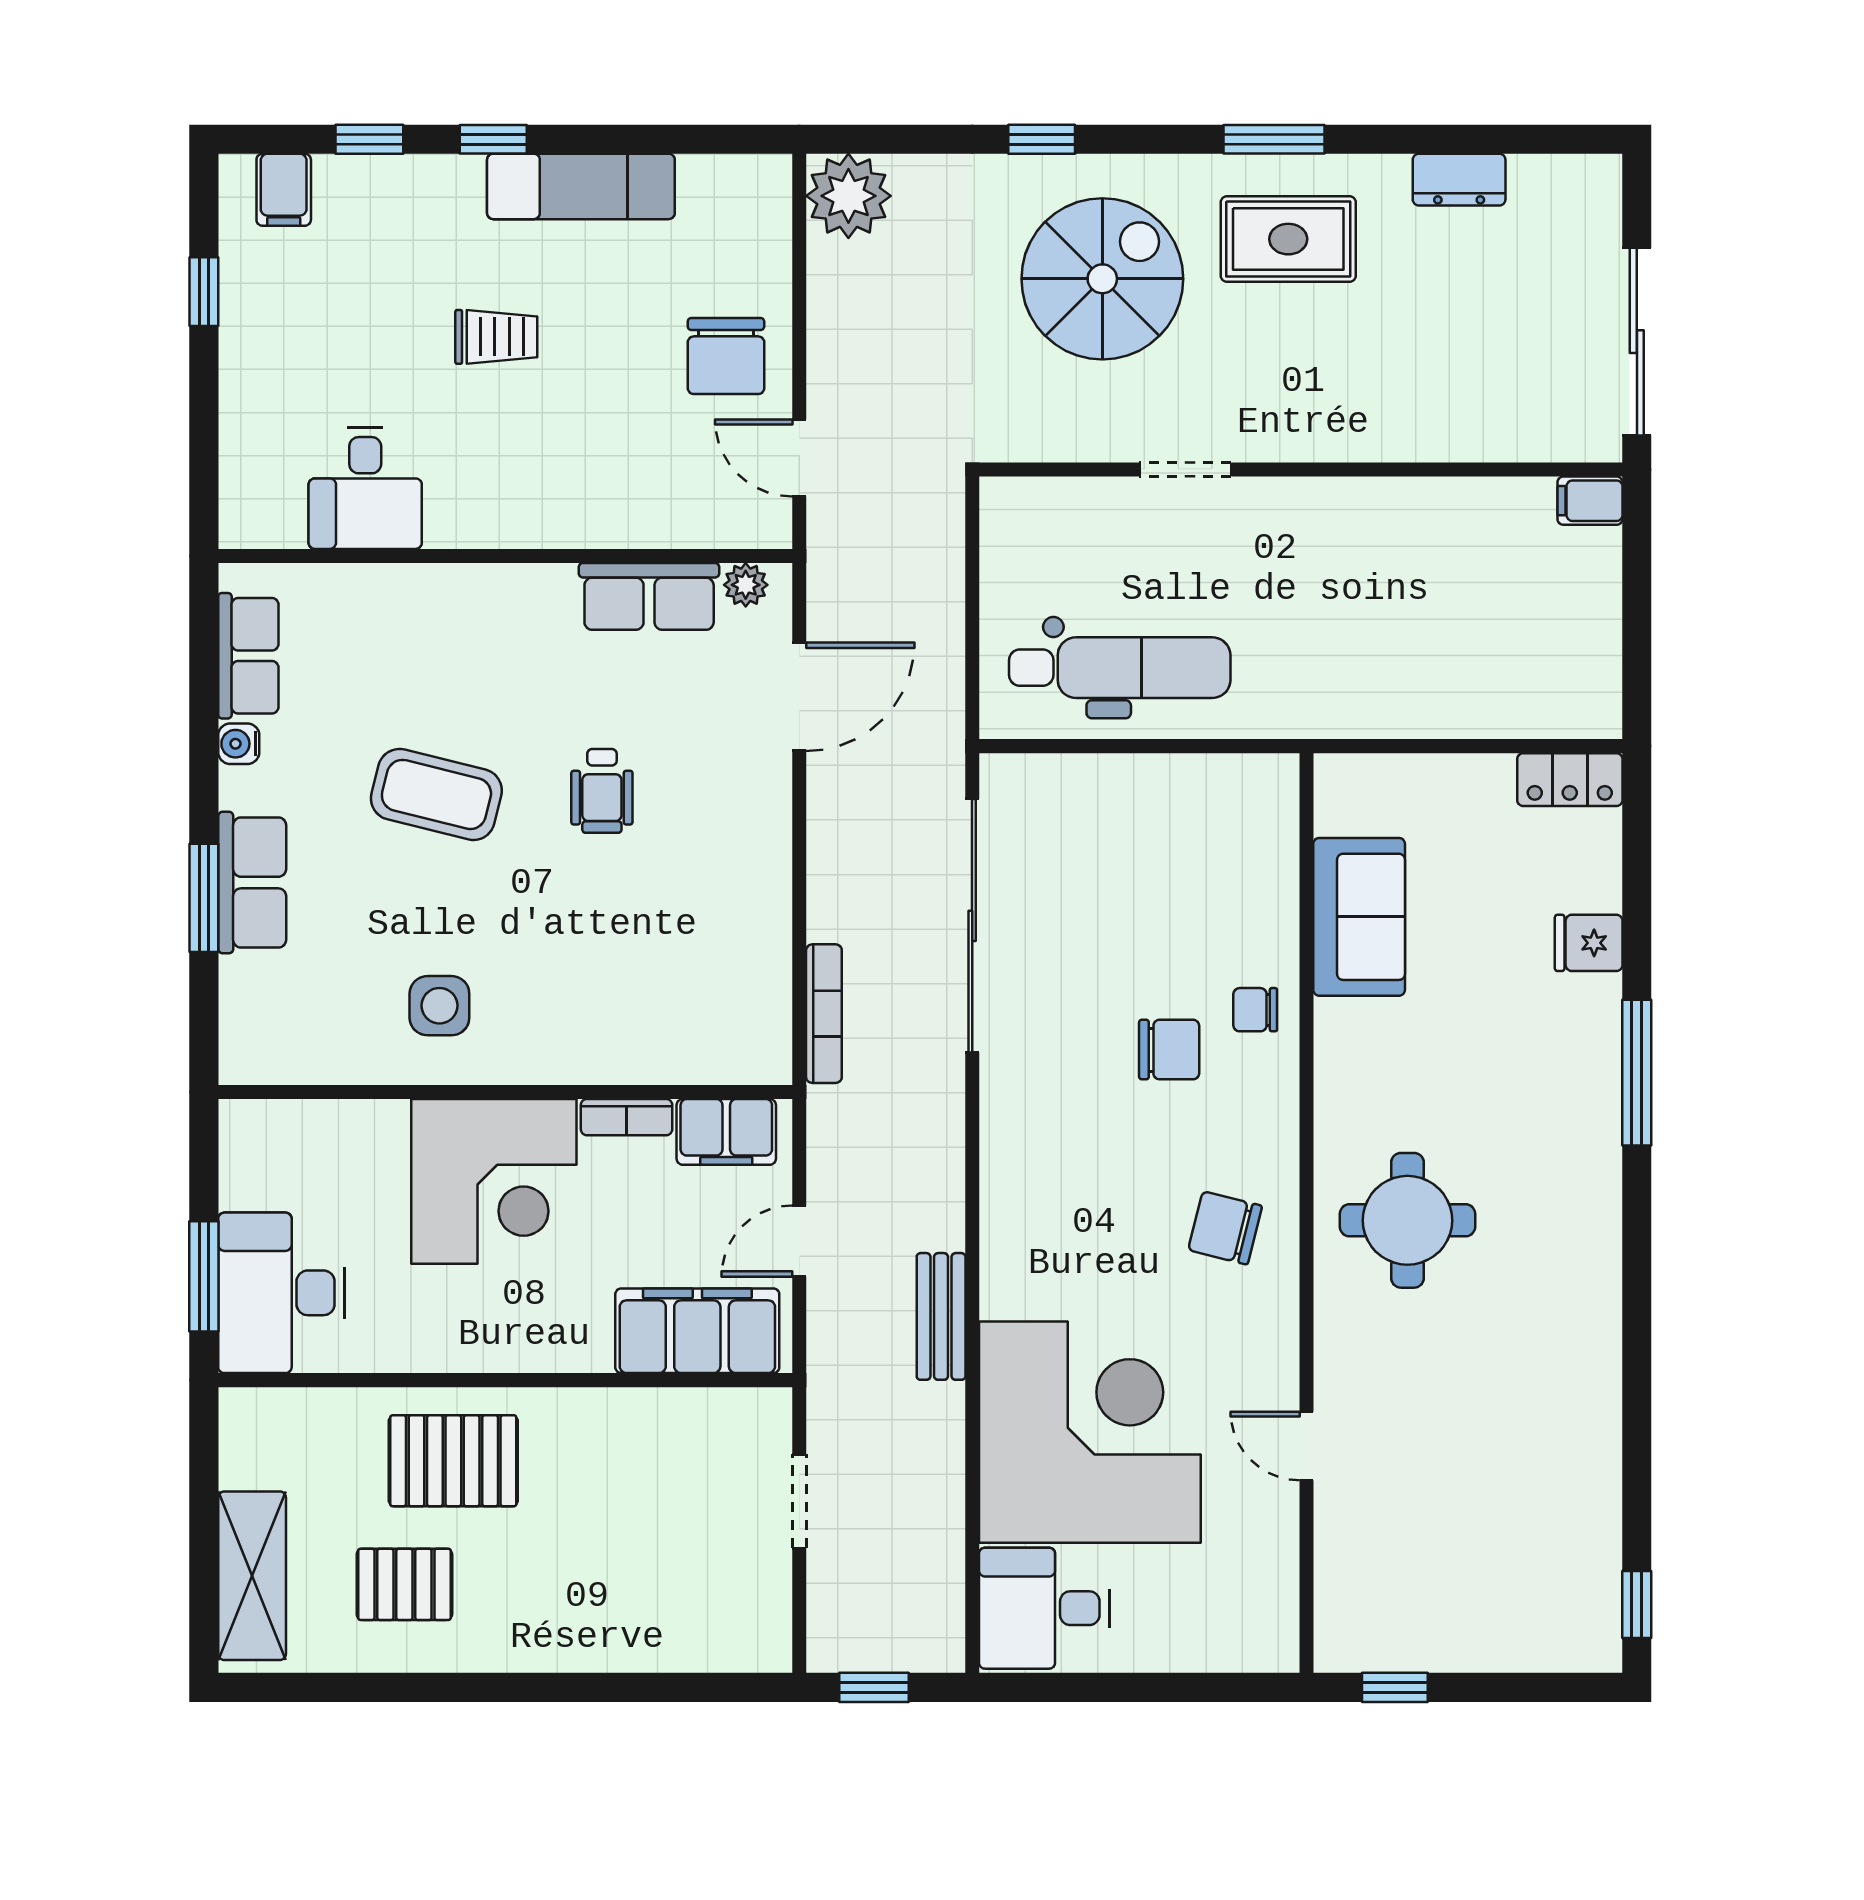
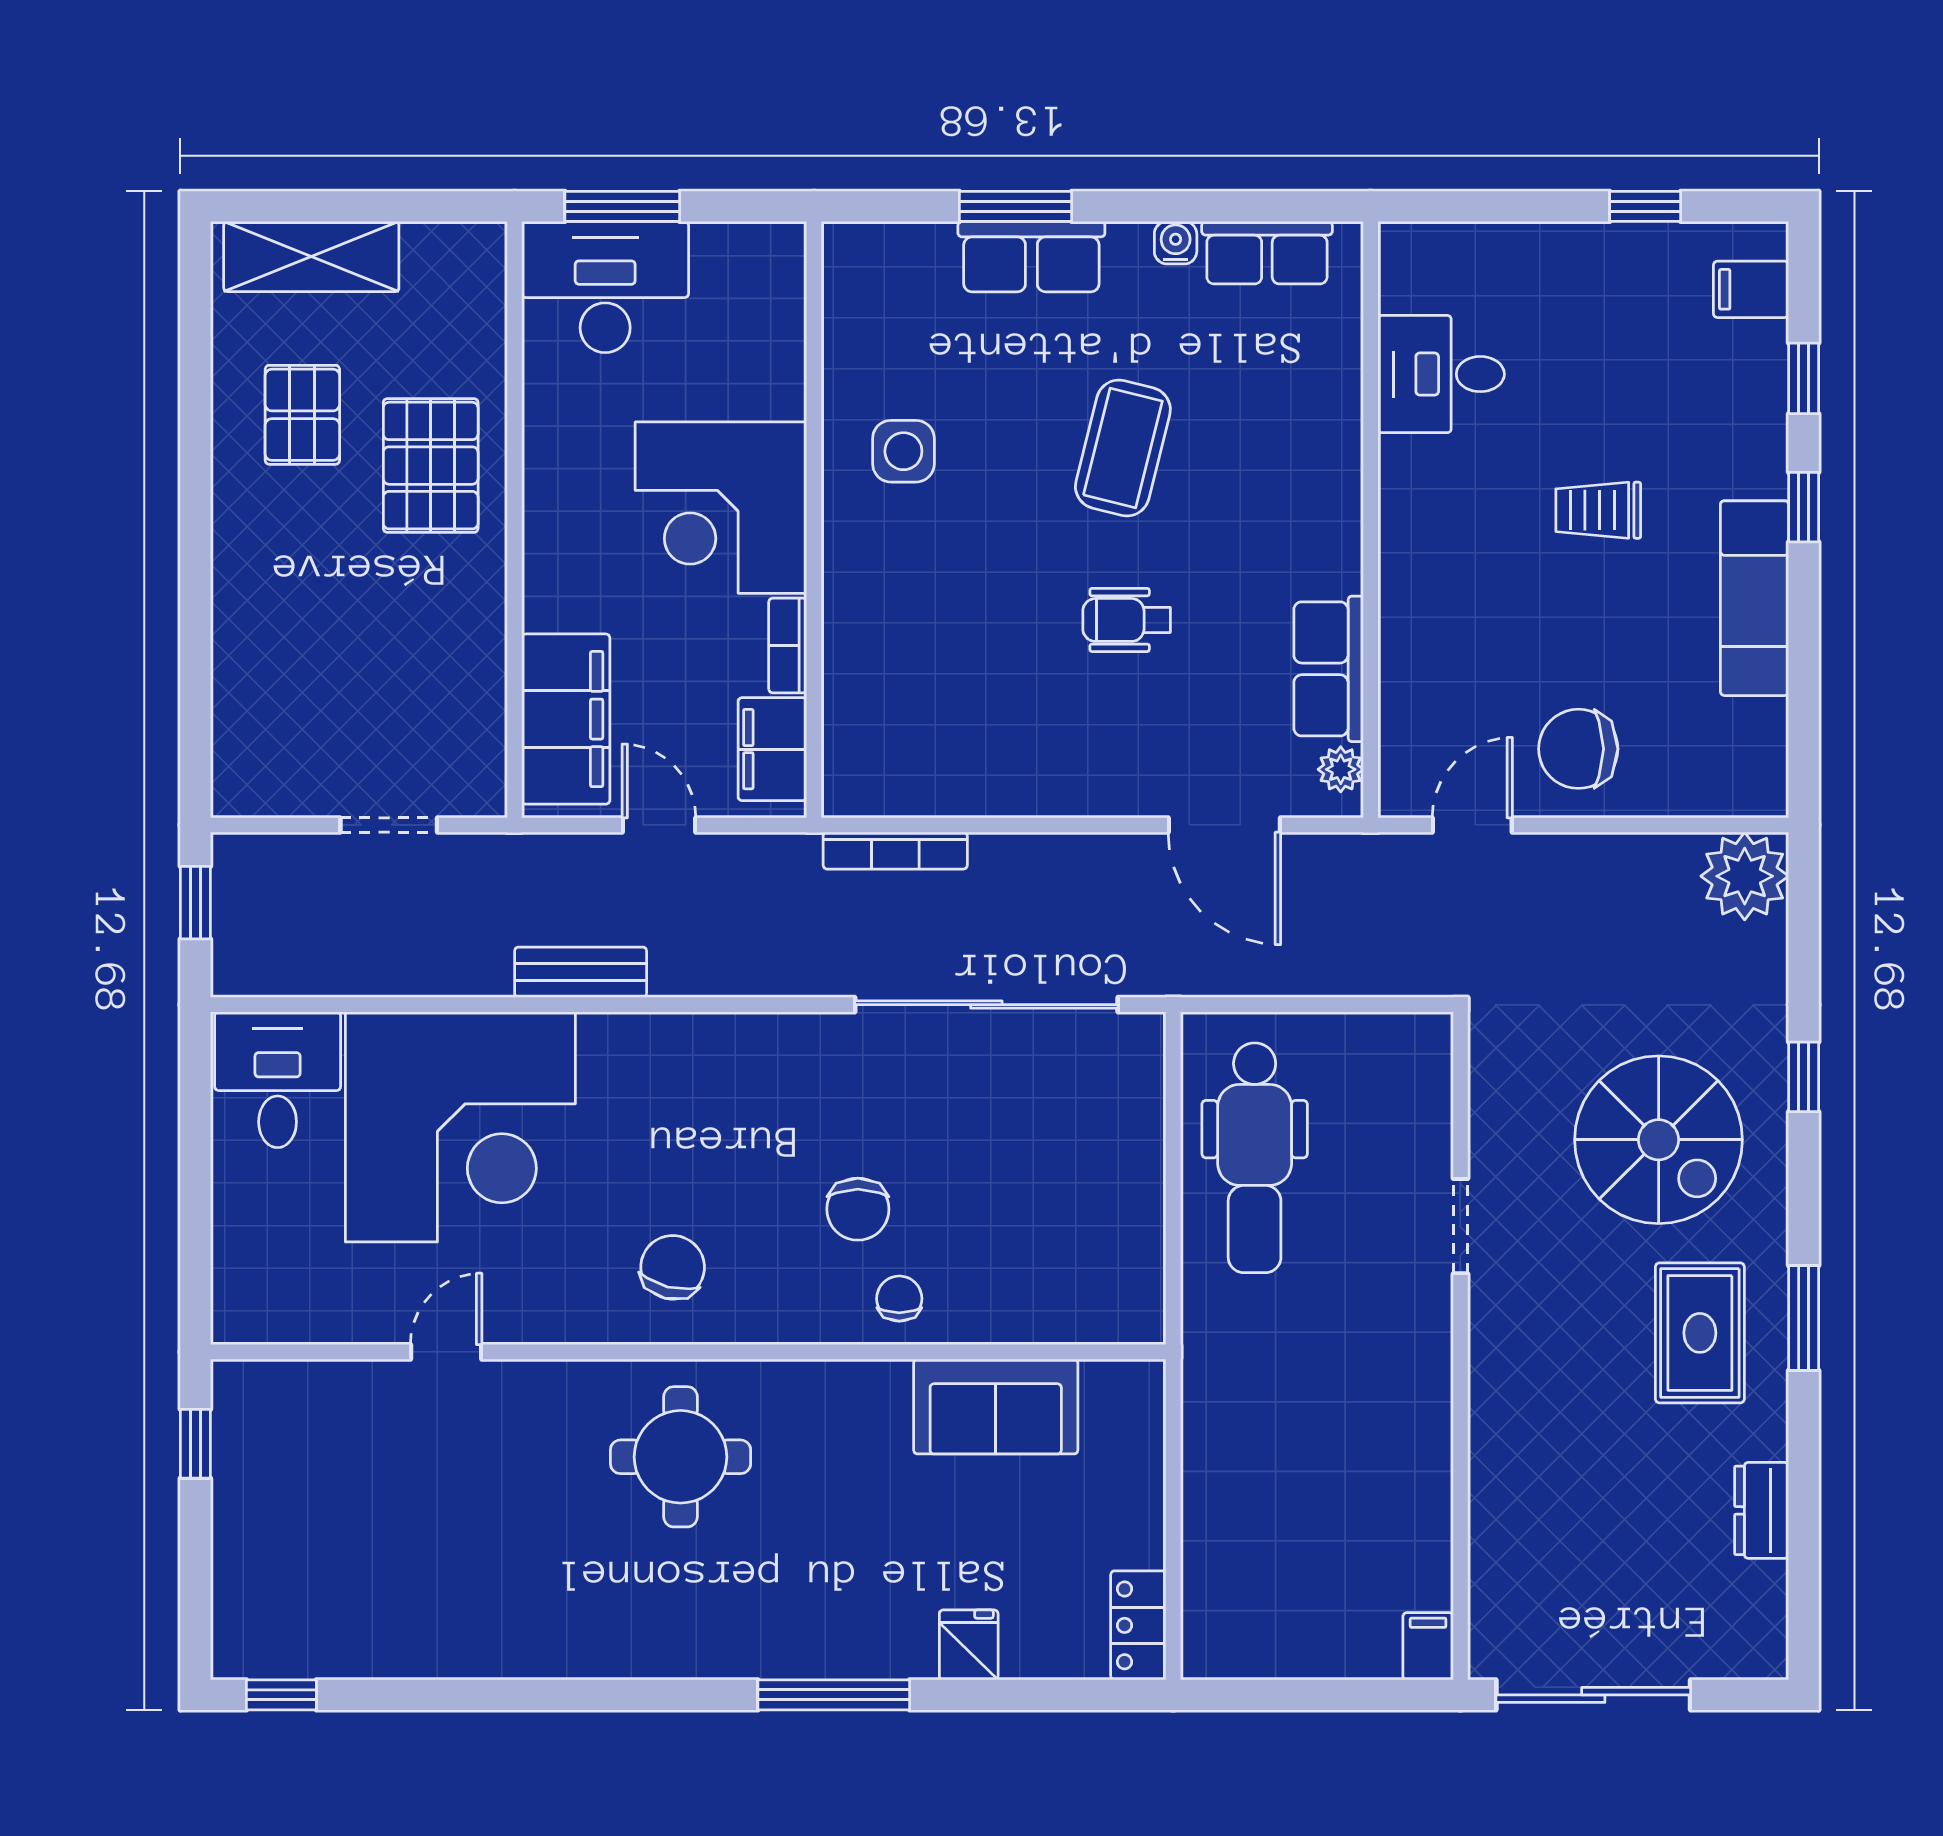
trolley: (496, 337) -> (1598, 510), turned 90

